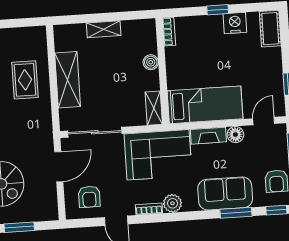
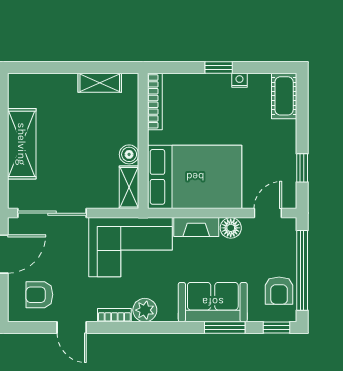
nightstand: (235, 23) -> (239, 80), width x0.53, depth x0.56
shelving: (104, 29) -> (100, 83), moved
bookcase: (169, 32) -> (155, 101), width x1.56
boiler: (151, 62) -> (129, 154), moved
bed: (205, 105) -> (195, 177), width x1.50
armchair: (89, 197) -> (39, 295), turned 90

